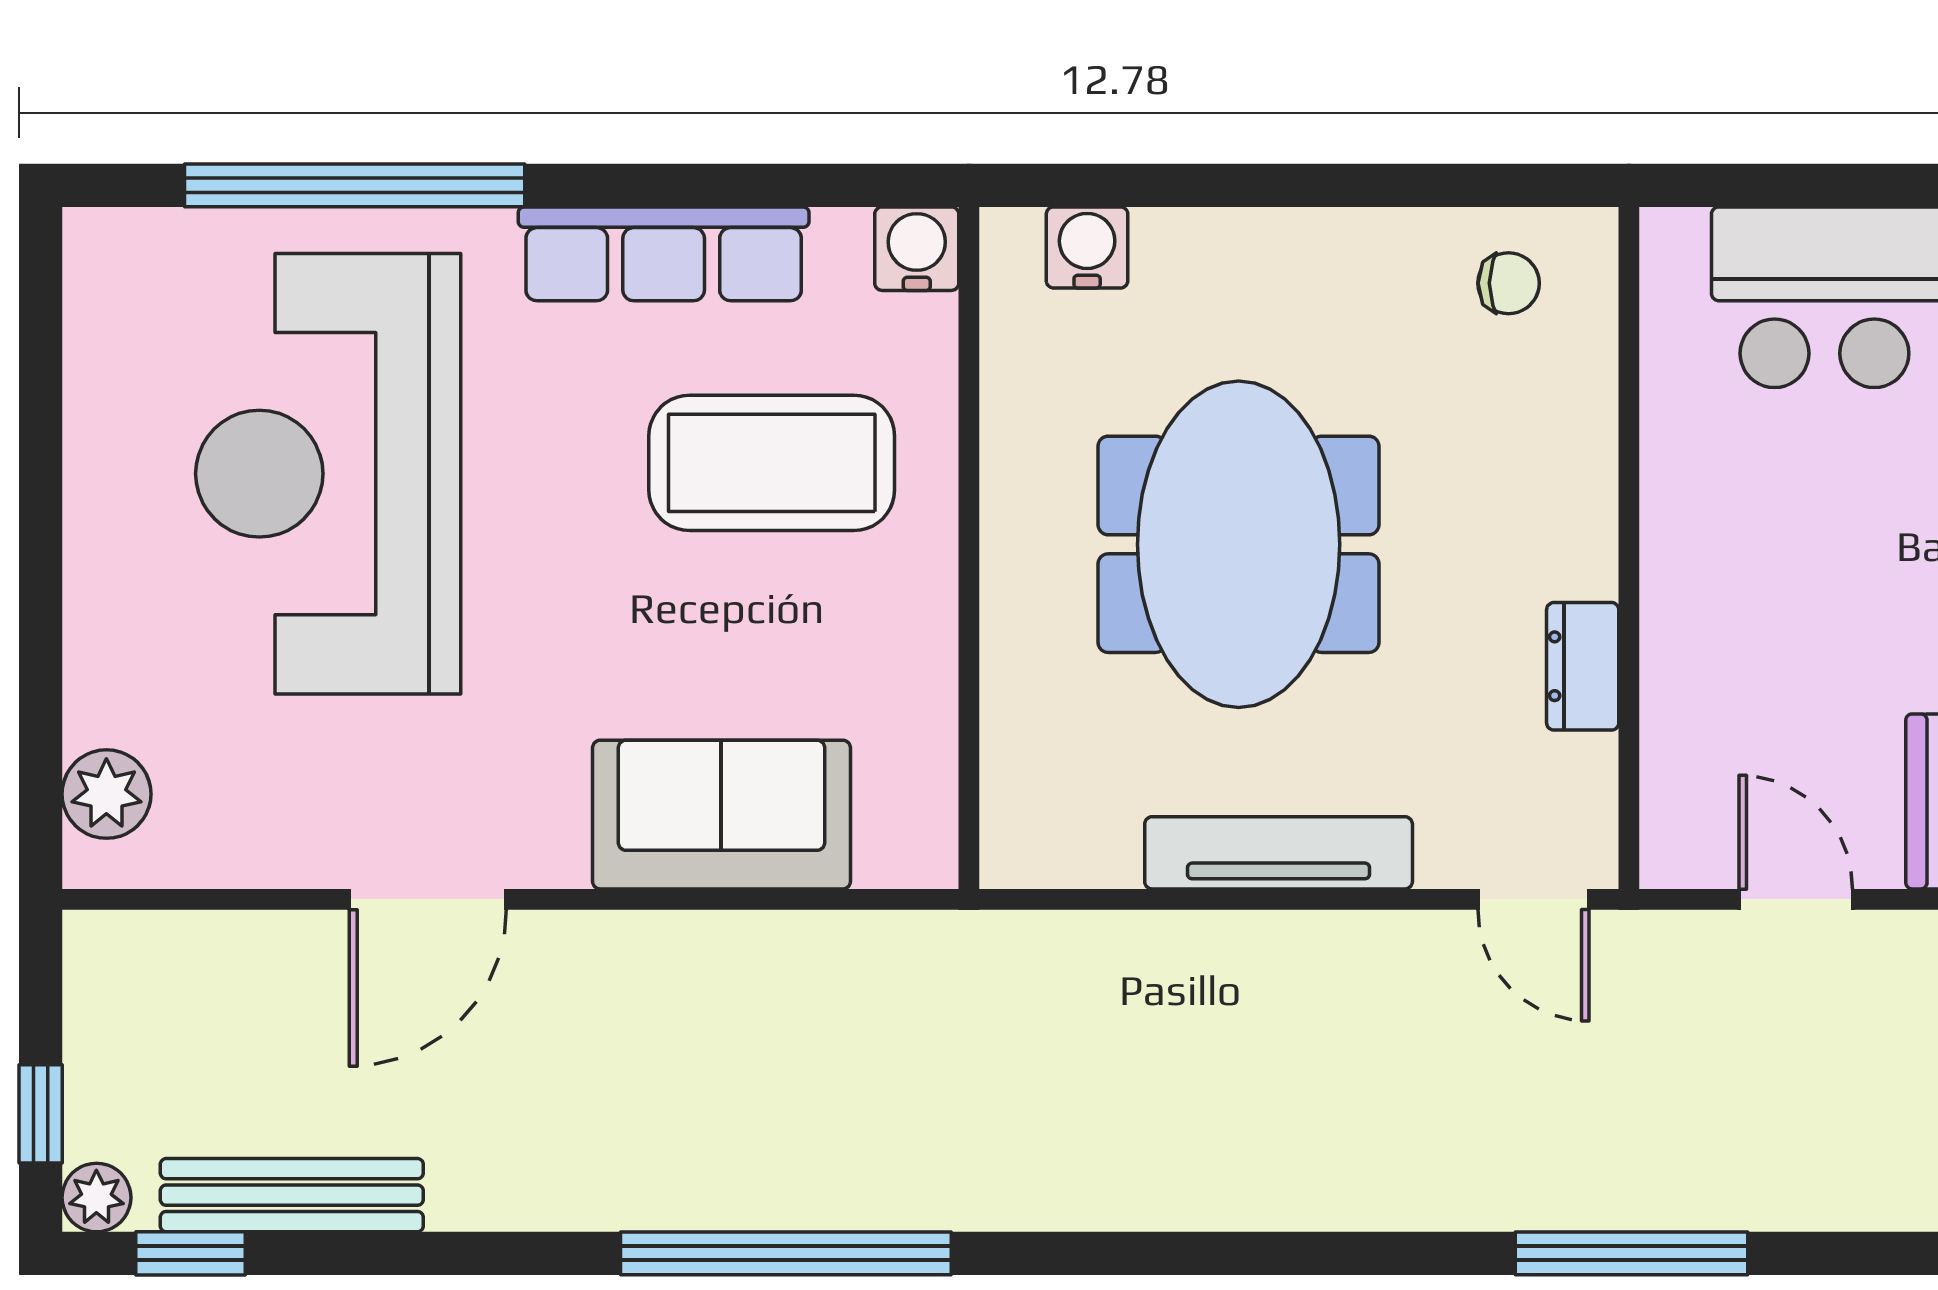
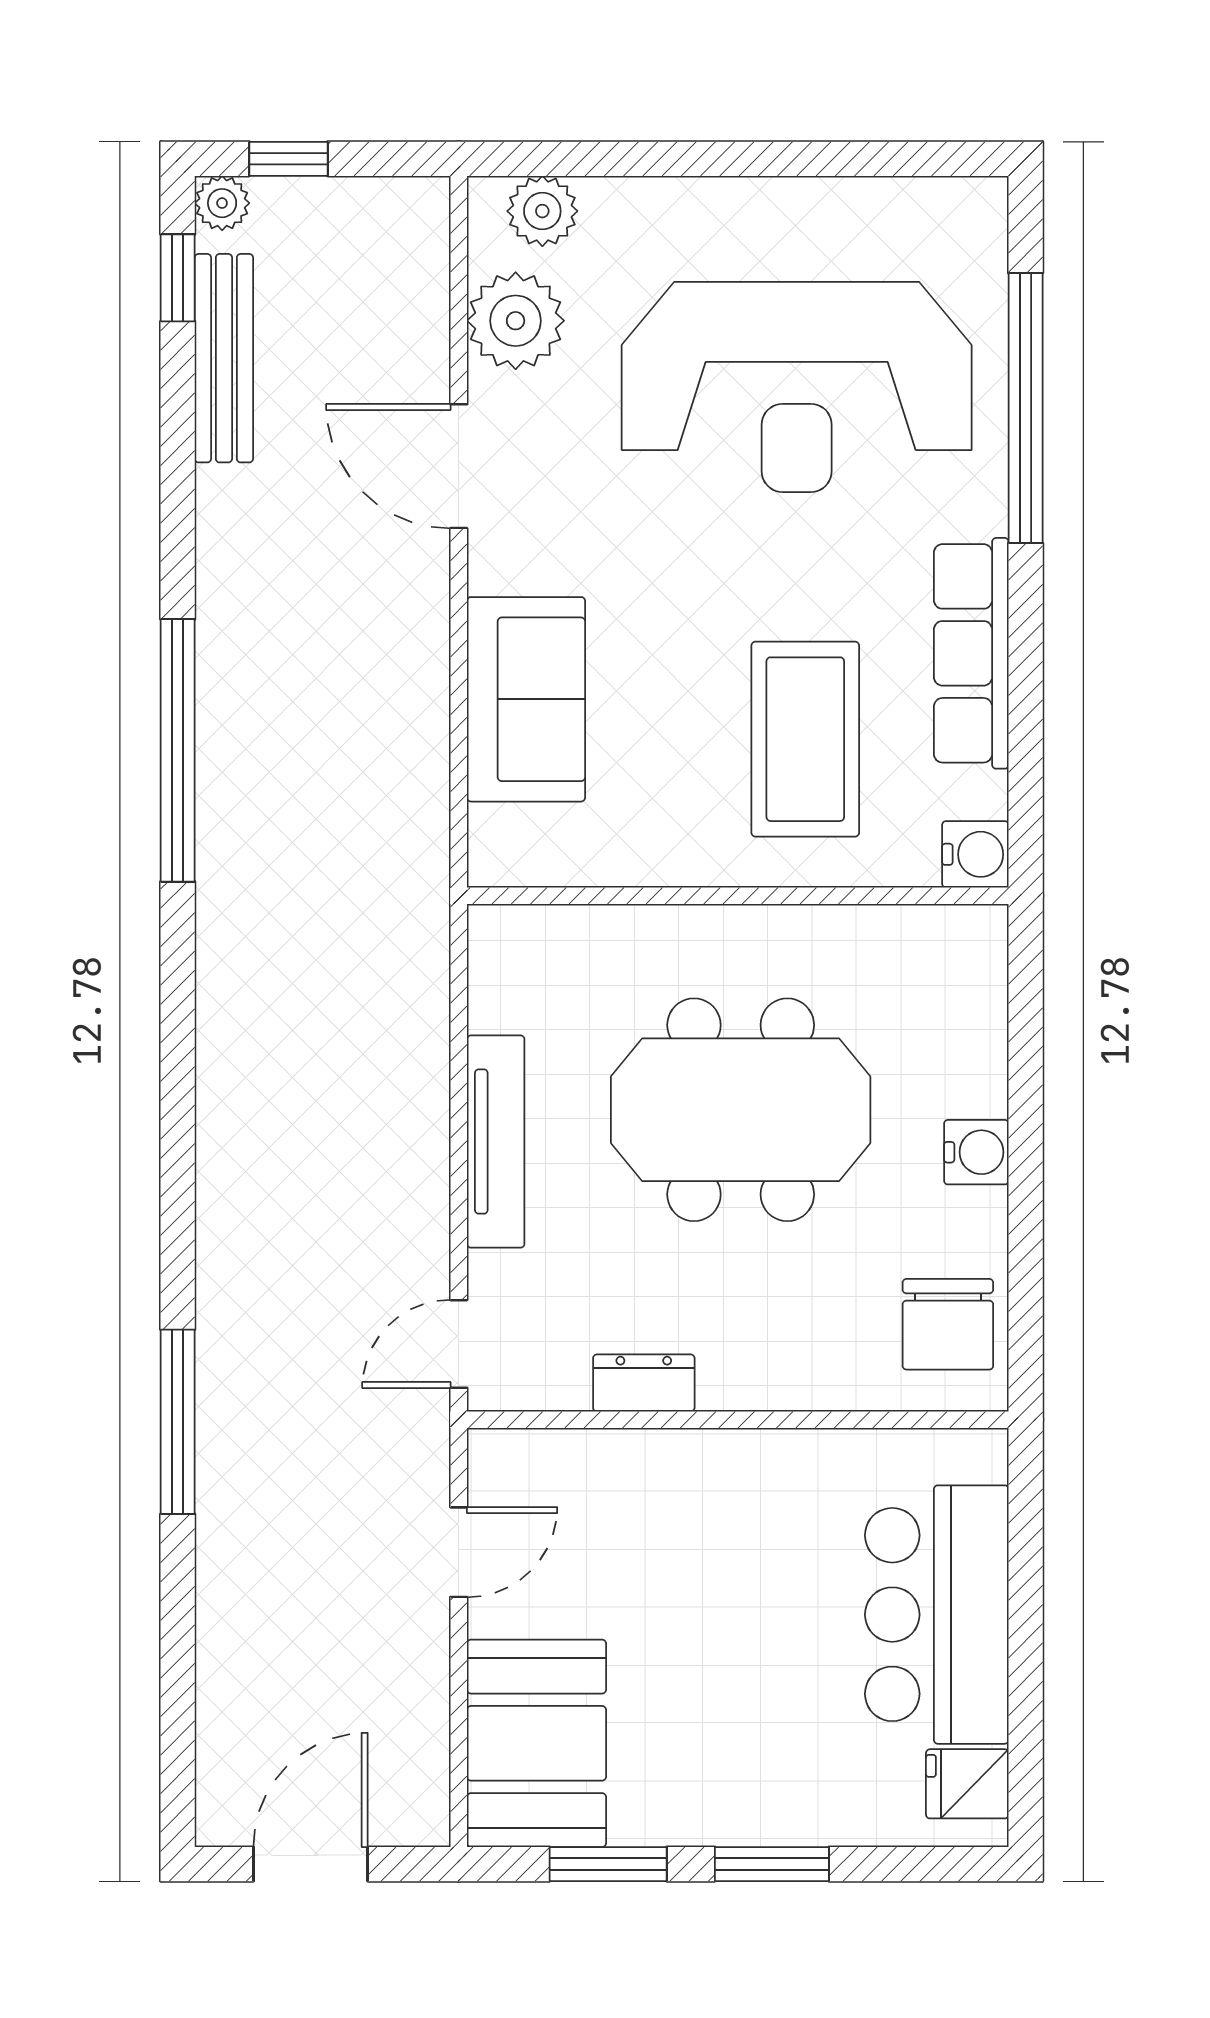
water cooler: (1087, 247) -> (976, 1152), moved
chair: (1509, 283) -> (948, 1324), width x1.87, depth x1.87
reception desk: (328, 474) -> (797, 387), turned 180
plant: (245, 828) -> (516, 321), added

